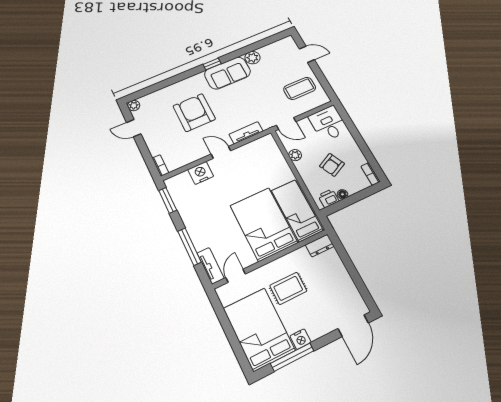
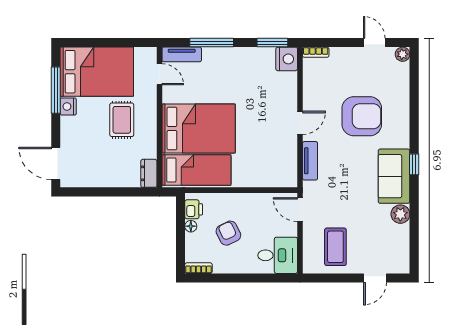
door: (286, 124) -> (300, 210), hinge flipped
door: (134, 128) -> (374, 43), hinge flipped
plant: (295, 155) -> (258, 200), removed
nightstand: (201, 173) -> (287, 59), moved

